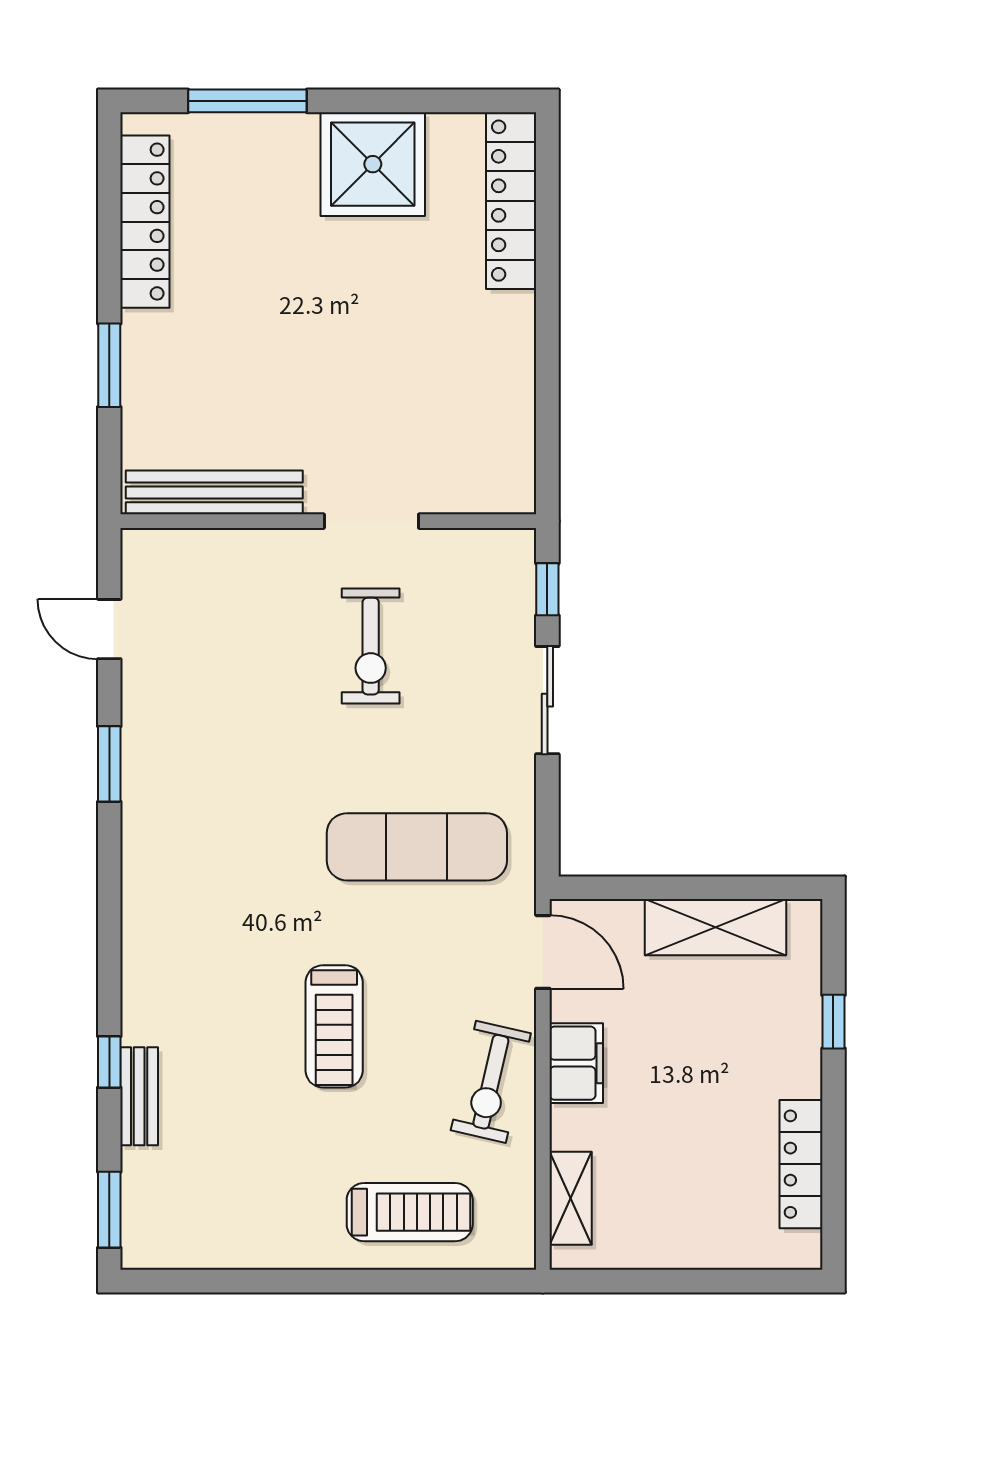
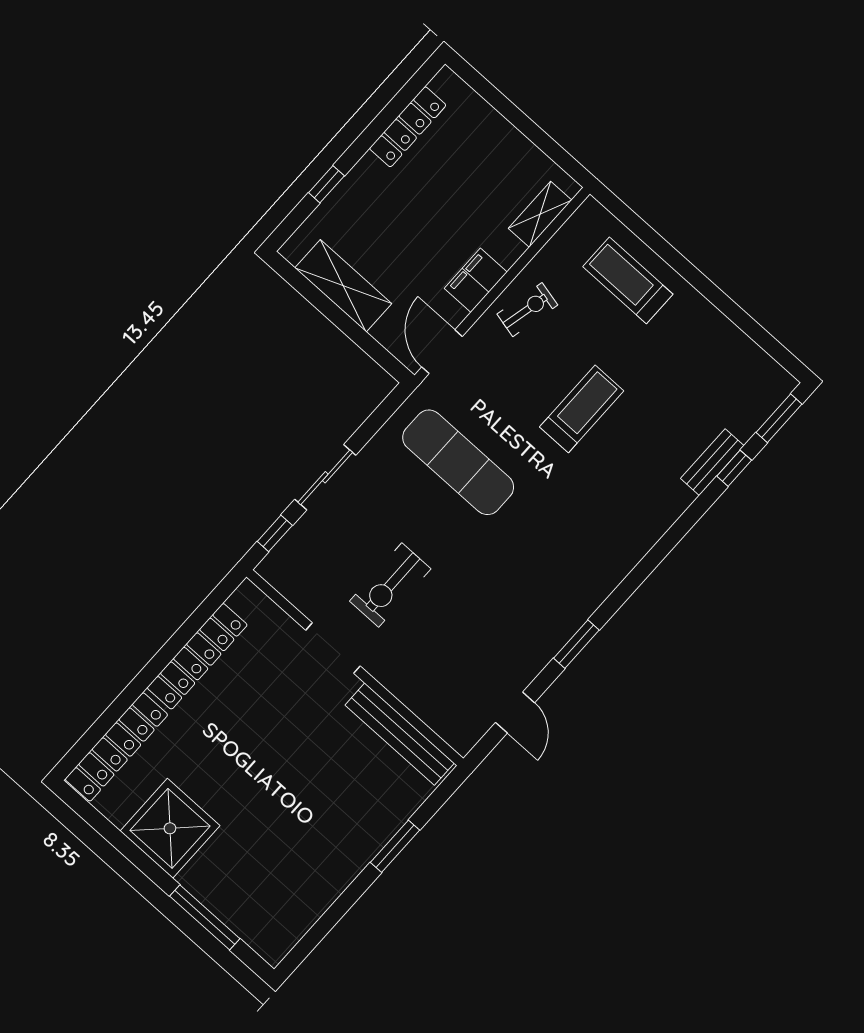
locker: (145, 222) -> (197, 656), moved, turned 180
exercise bike: (371, 646) -> (390, 585), turned 180
window: (109, 1062) -> (734, 468), moved
exercise bike: (491, 1082) -> (527, 310), width x0.73, depth x0.72

